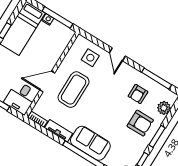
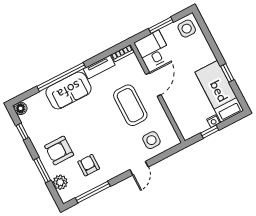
window: (57, 17) -> (210, 132), width x0.46
door: (117, 54) -> (139, 168), swing flipped
window: (157, 136) -> (42, 170), moved

